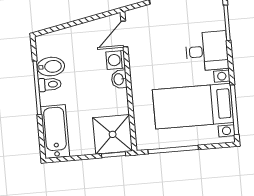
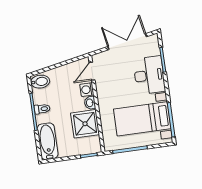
desk: (207, 51) -> (149, 75), width x1.37
bidet: (51, 67) -> (40, 82), moved
shower: (113, 134) -> (85, 124), moved

